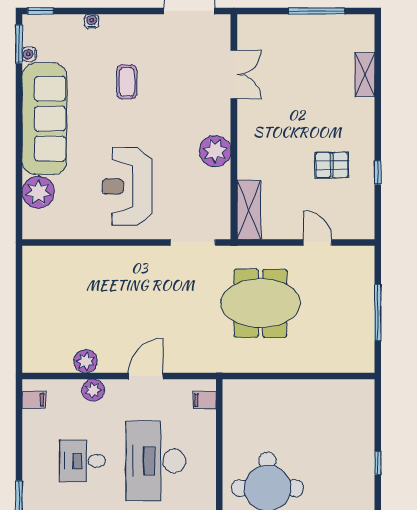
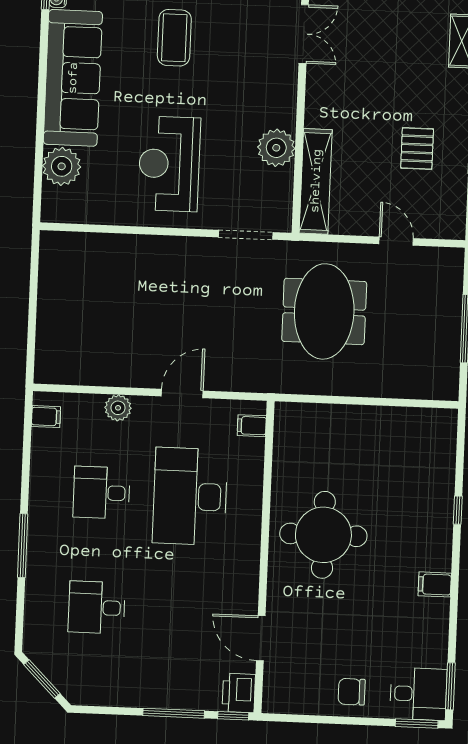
coffee table: (127, 82) -> (174, 38), width x1.36, depth x1.30
plant: (215, 151) -> (276, 148), moved
pallet: (332, 165) -> (417, 149), turned 90
shelving: (249, 210) -> (316, 181), width x1.47
meeting table: (260, 303) -> (324, 311), turned 90
plant: (86, 361) -> (110, 373), removed

